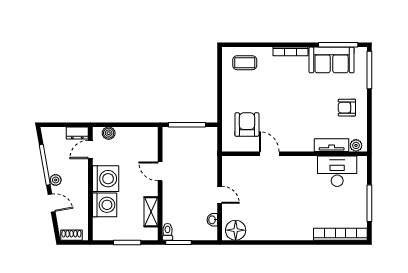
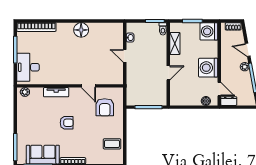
coffee table: (245, 63) -> (112, 144), moved
armchair: (347, 108) -> (67, 123), moved
tv unit: (332, 145) -> (56, 92), moved
door: (90, 149) -> (219, 89), hinge flipped
door: (160, 171) -> (168, 73), hinge flipped
desk: (337, 171) -> (28, 67), moved, turned 90
washing machine: (105, 205) -> (209, 31), moved
floor lamp: (236, 230) -> (81, 30), moved

